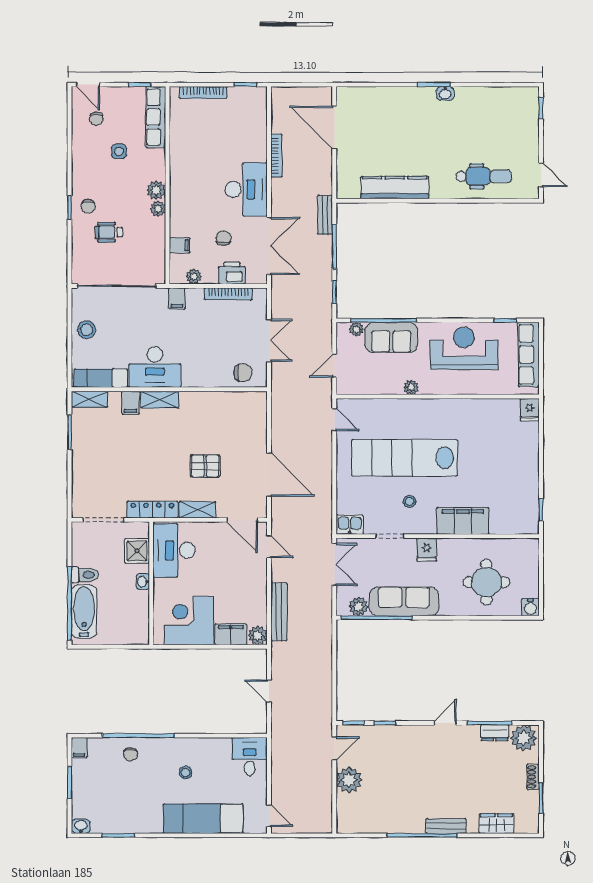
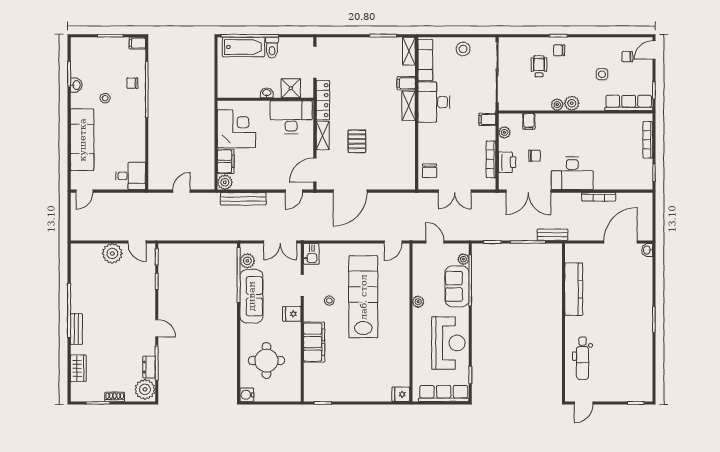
washbasin: (445, 93) -> (647, 250), moved
stool: (186, 772) -> (105, 98), moved
washbasin: (81, 826) -> (76, 85), moved

